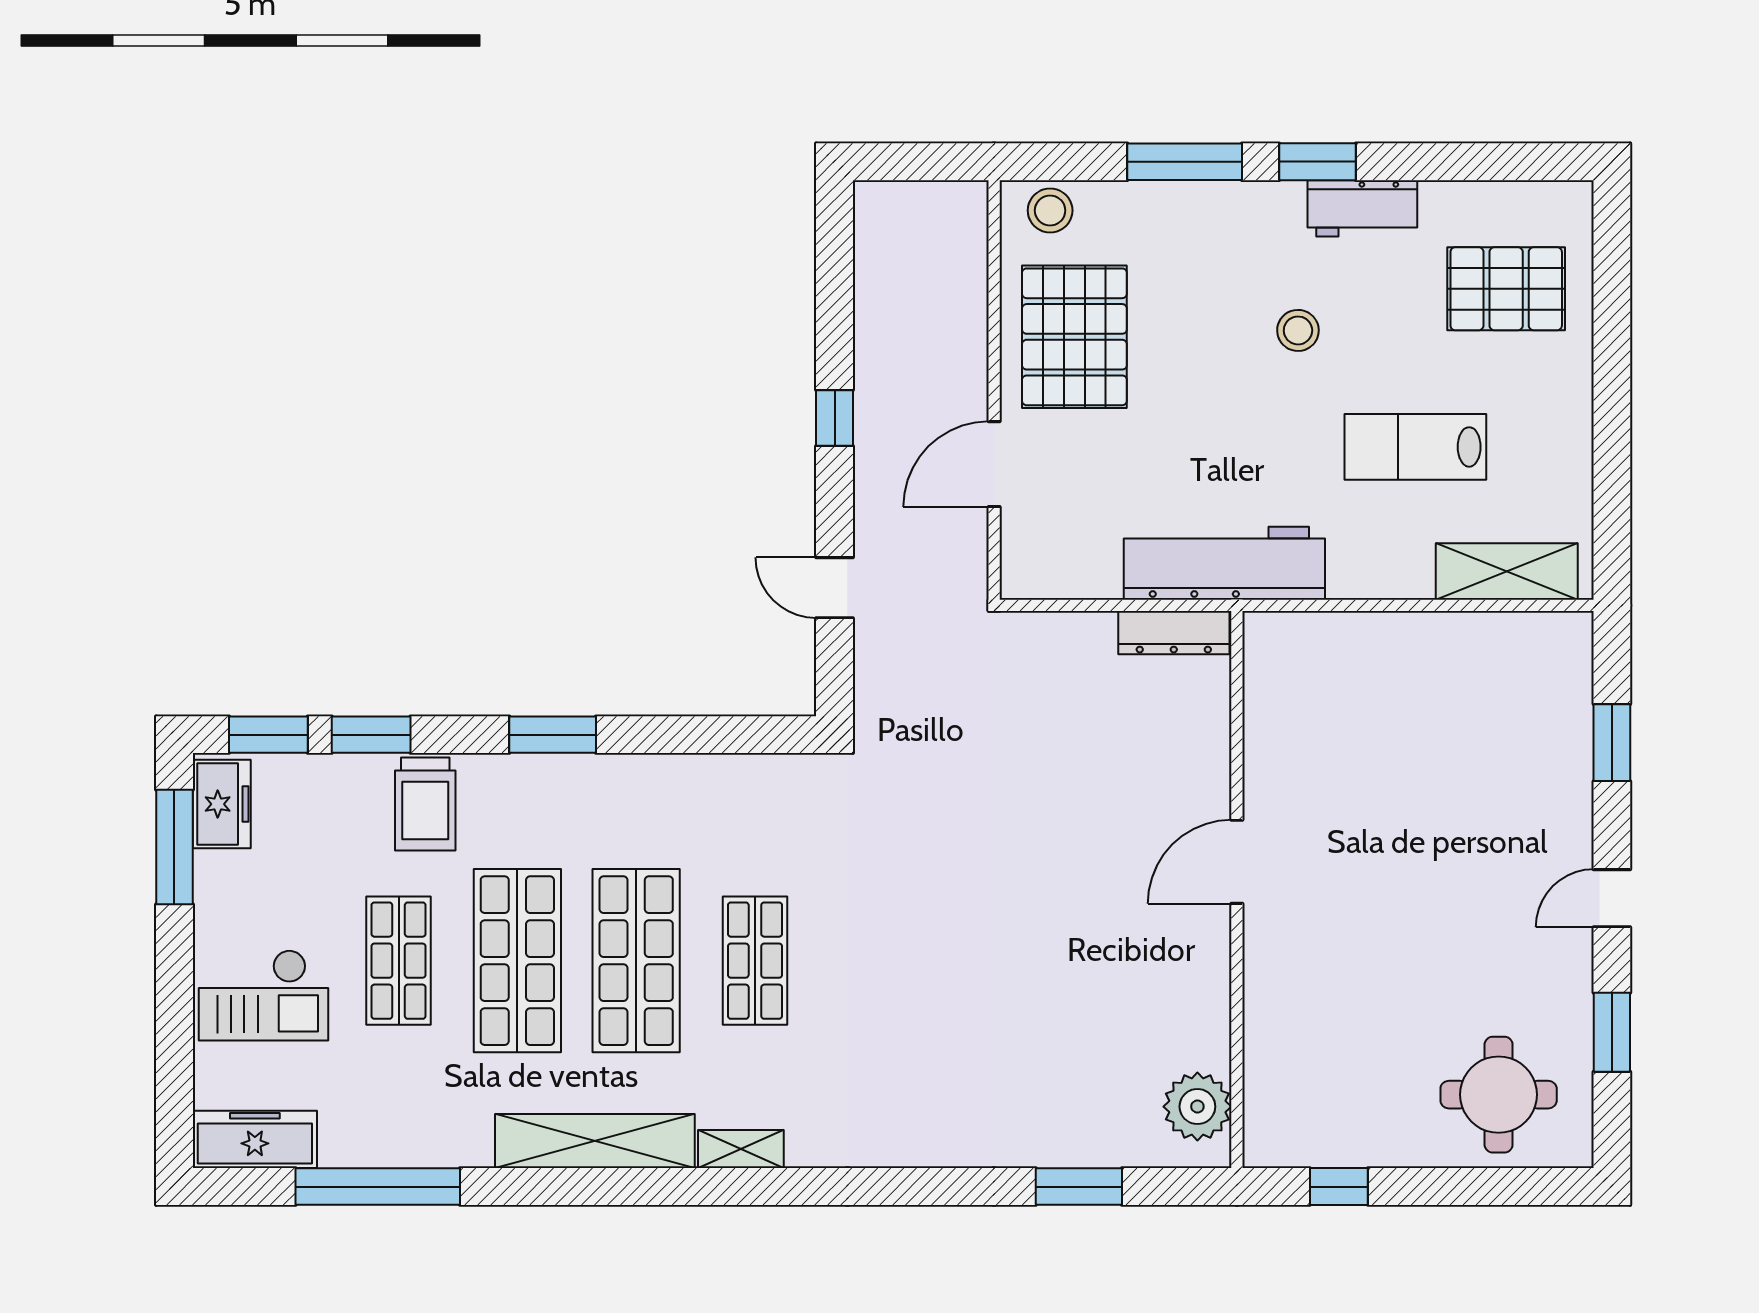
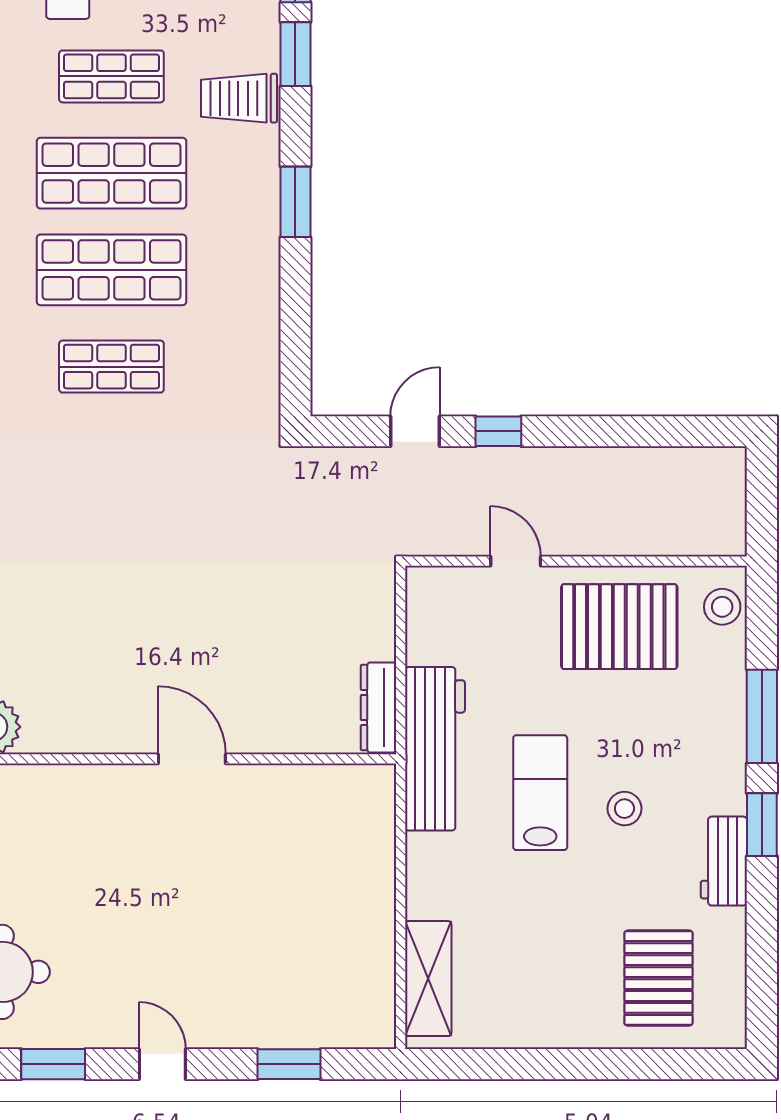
window: (835, 418) -> (498, 431), moved
lab bench: (1415, 447) -> (540, 793), moved
door: (994, 464) -> (516, 561), width x0.73

